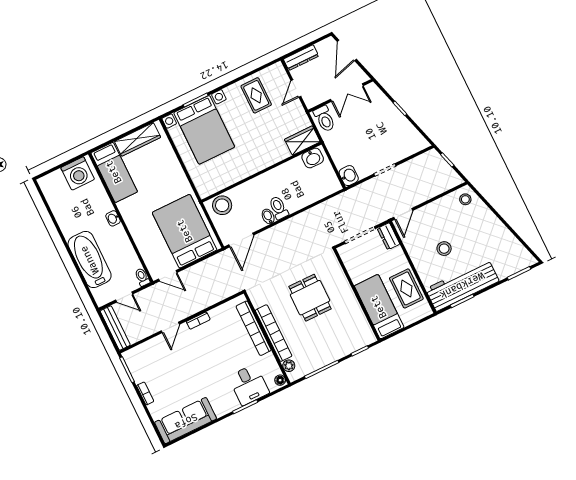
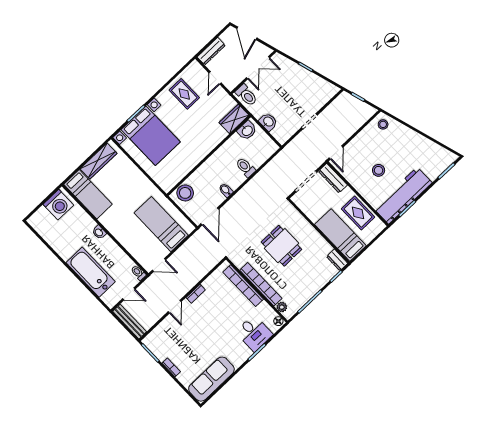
washbasin: (349, 176) -> (268, 122), moved
toilet: (279, 208) -> (246, 167), moved
bed: (185, 231) -> (161, 224), width x0.67
dresser: (388, 236) -> (333, 178), width x1.44
dresser: (367, 333) -> (337, 260), added

